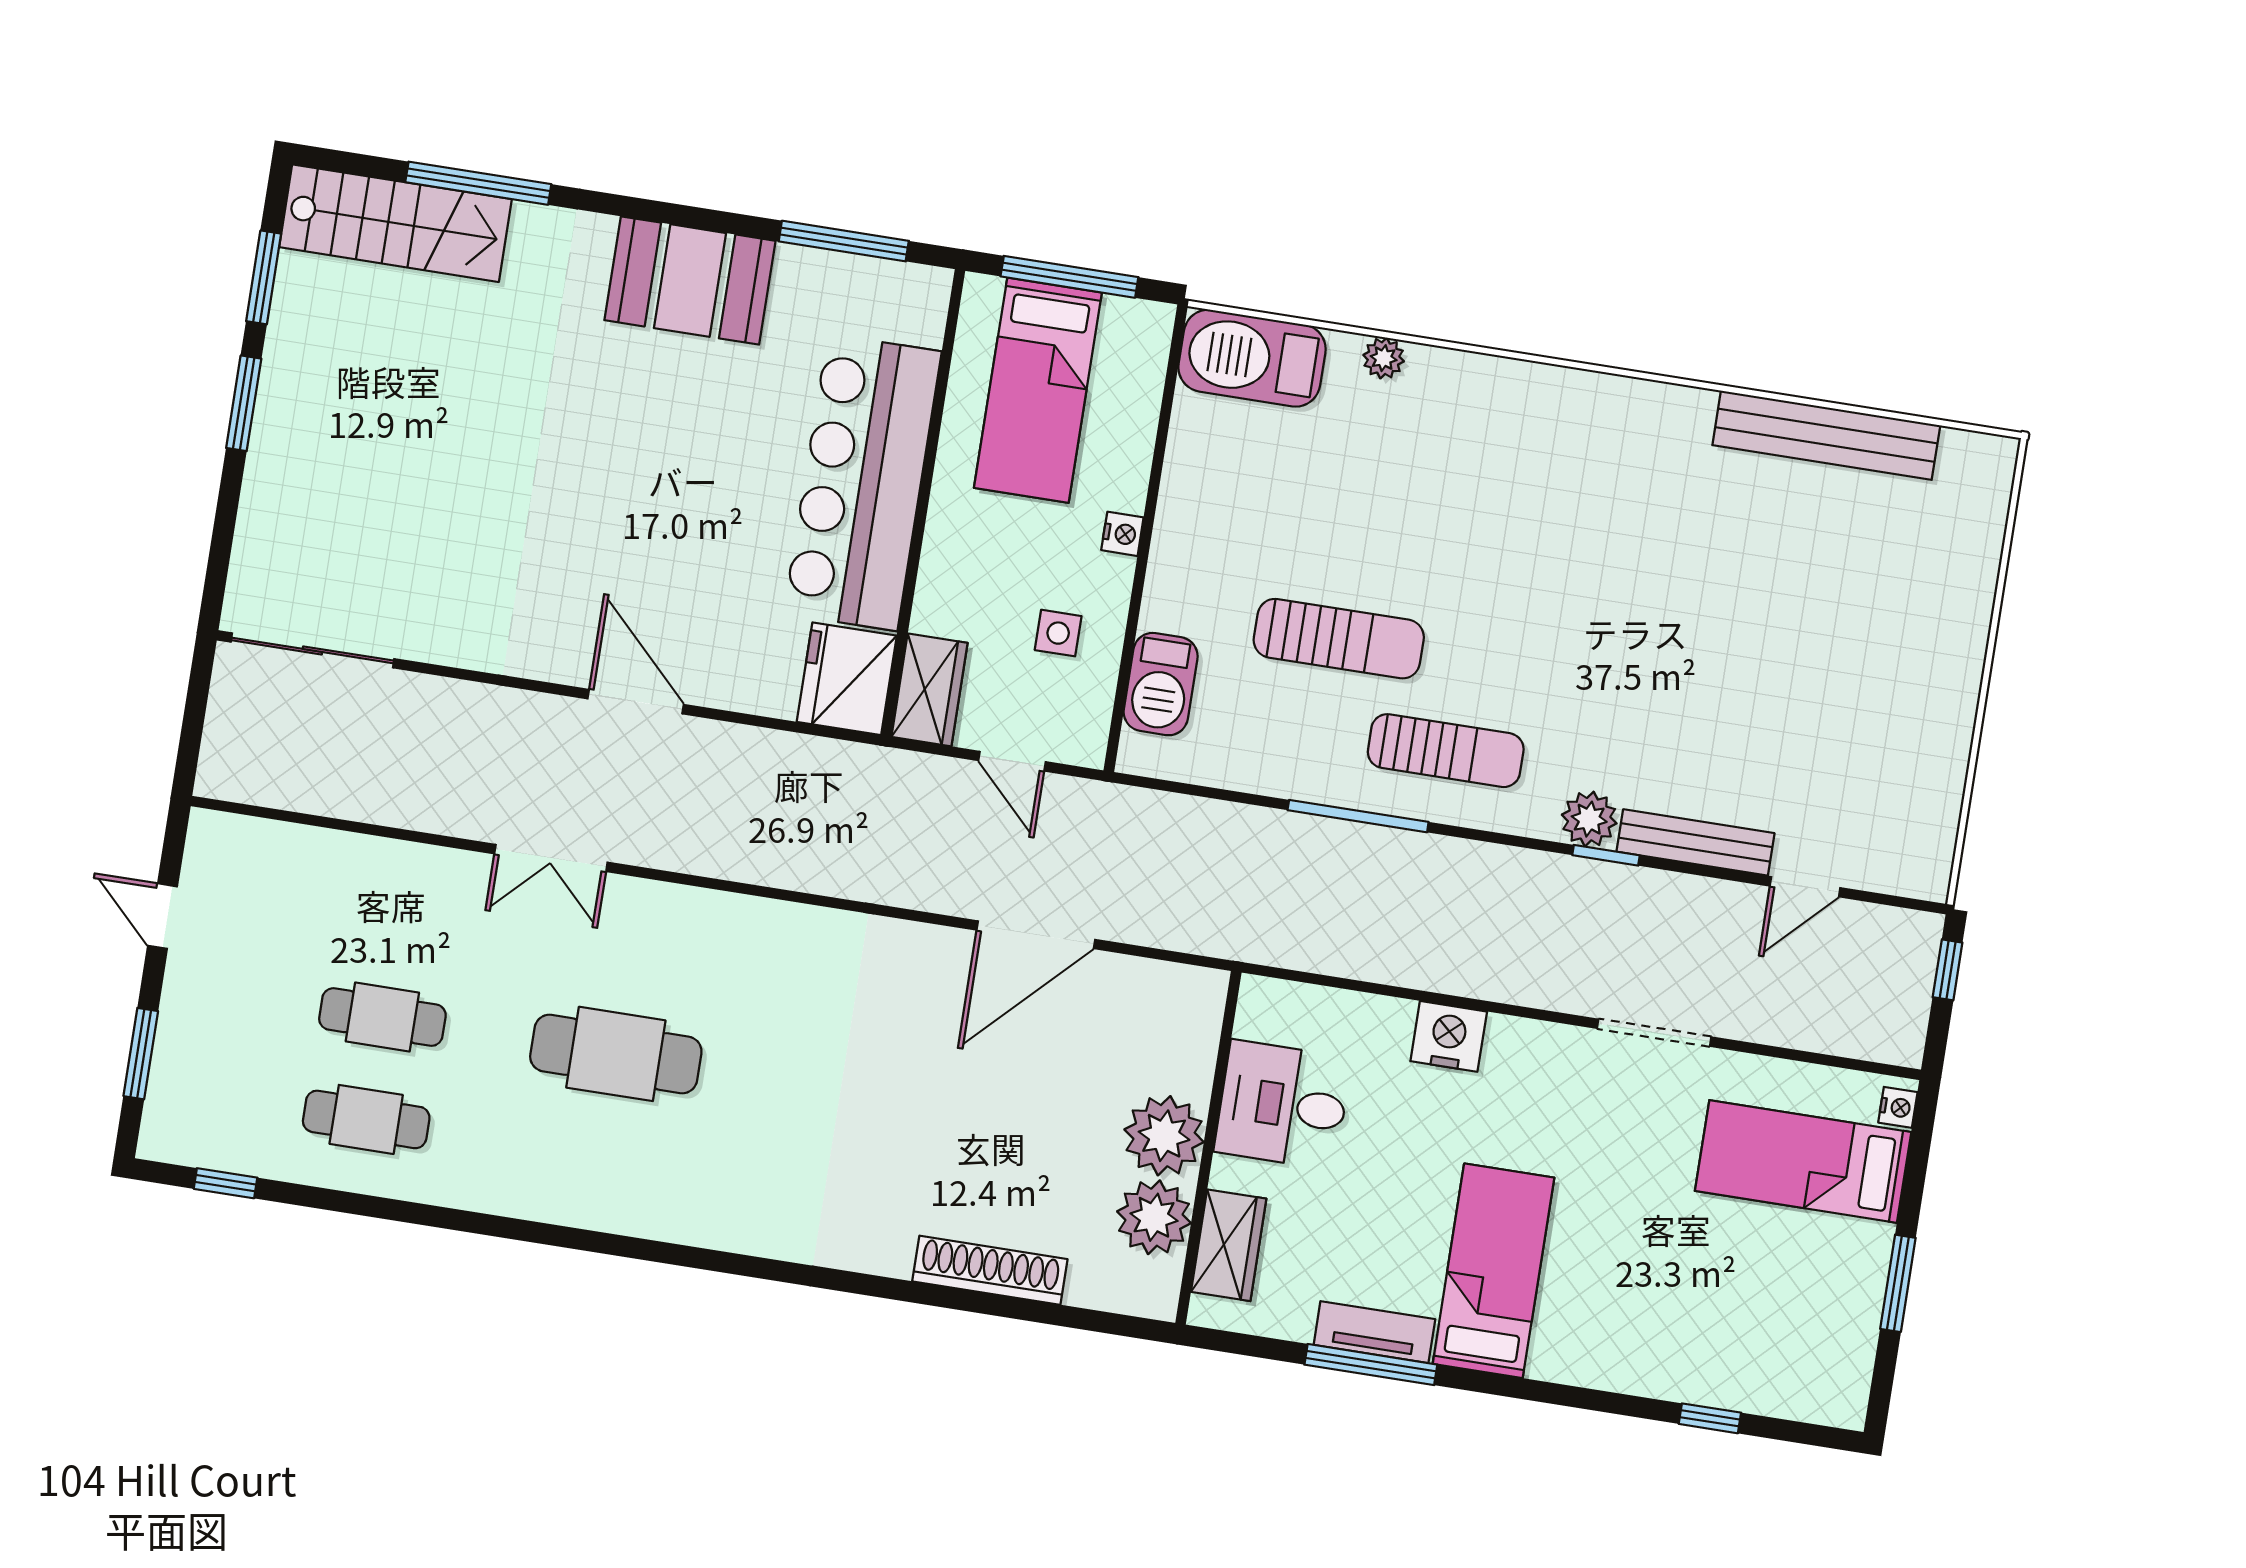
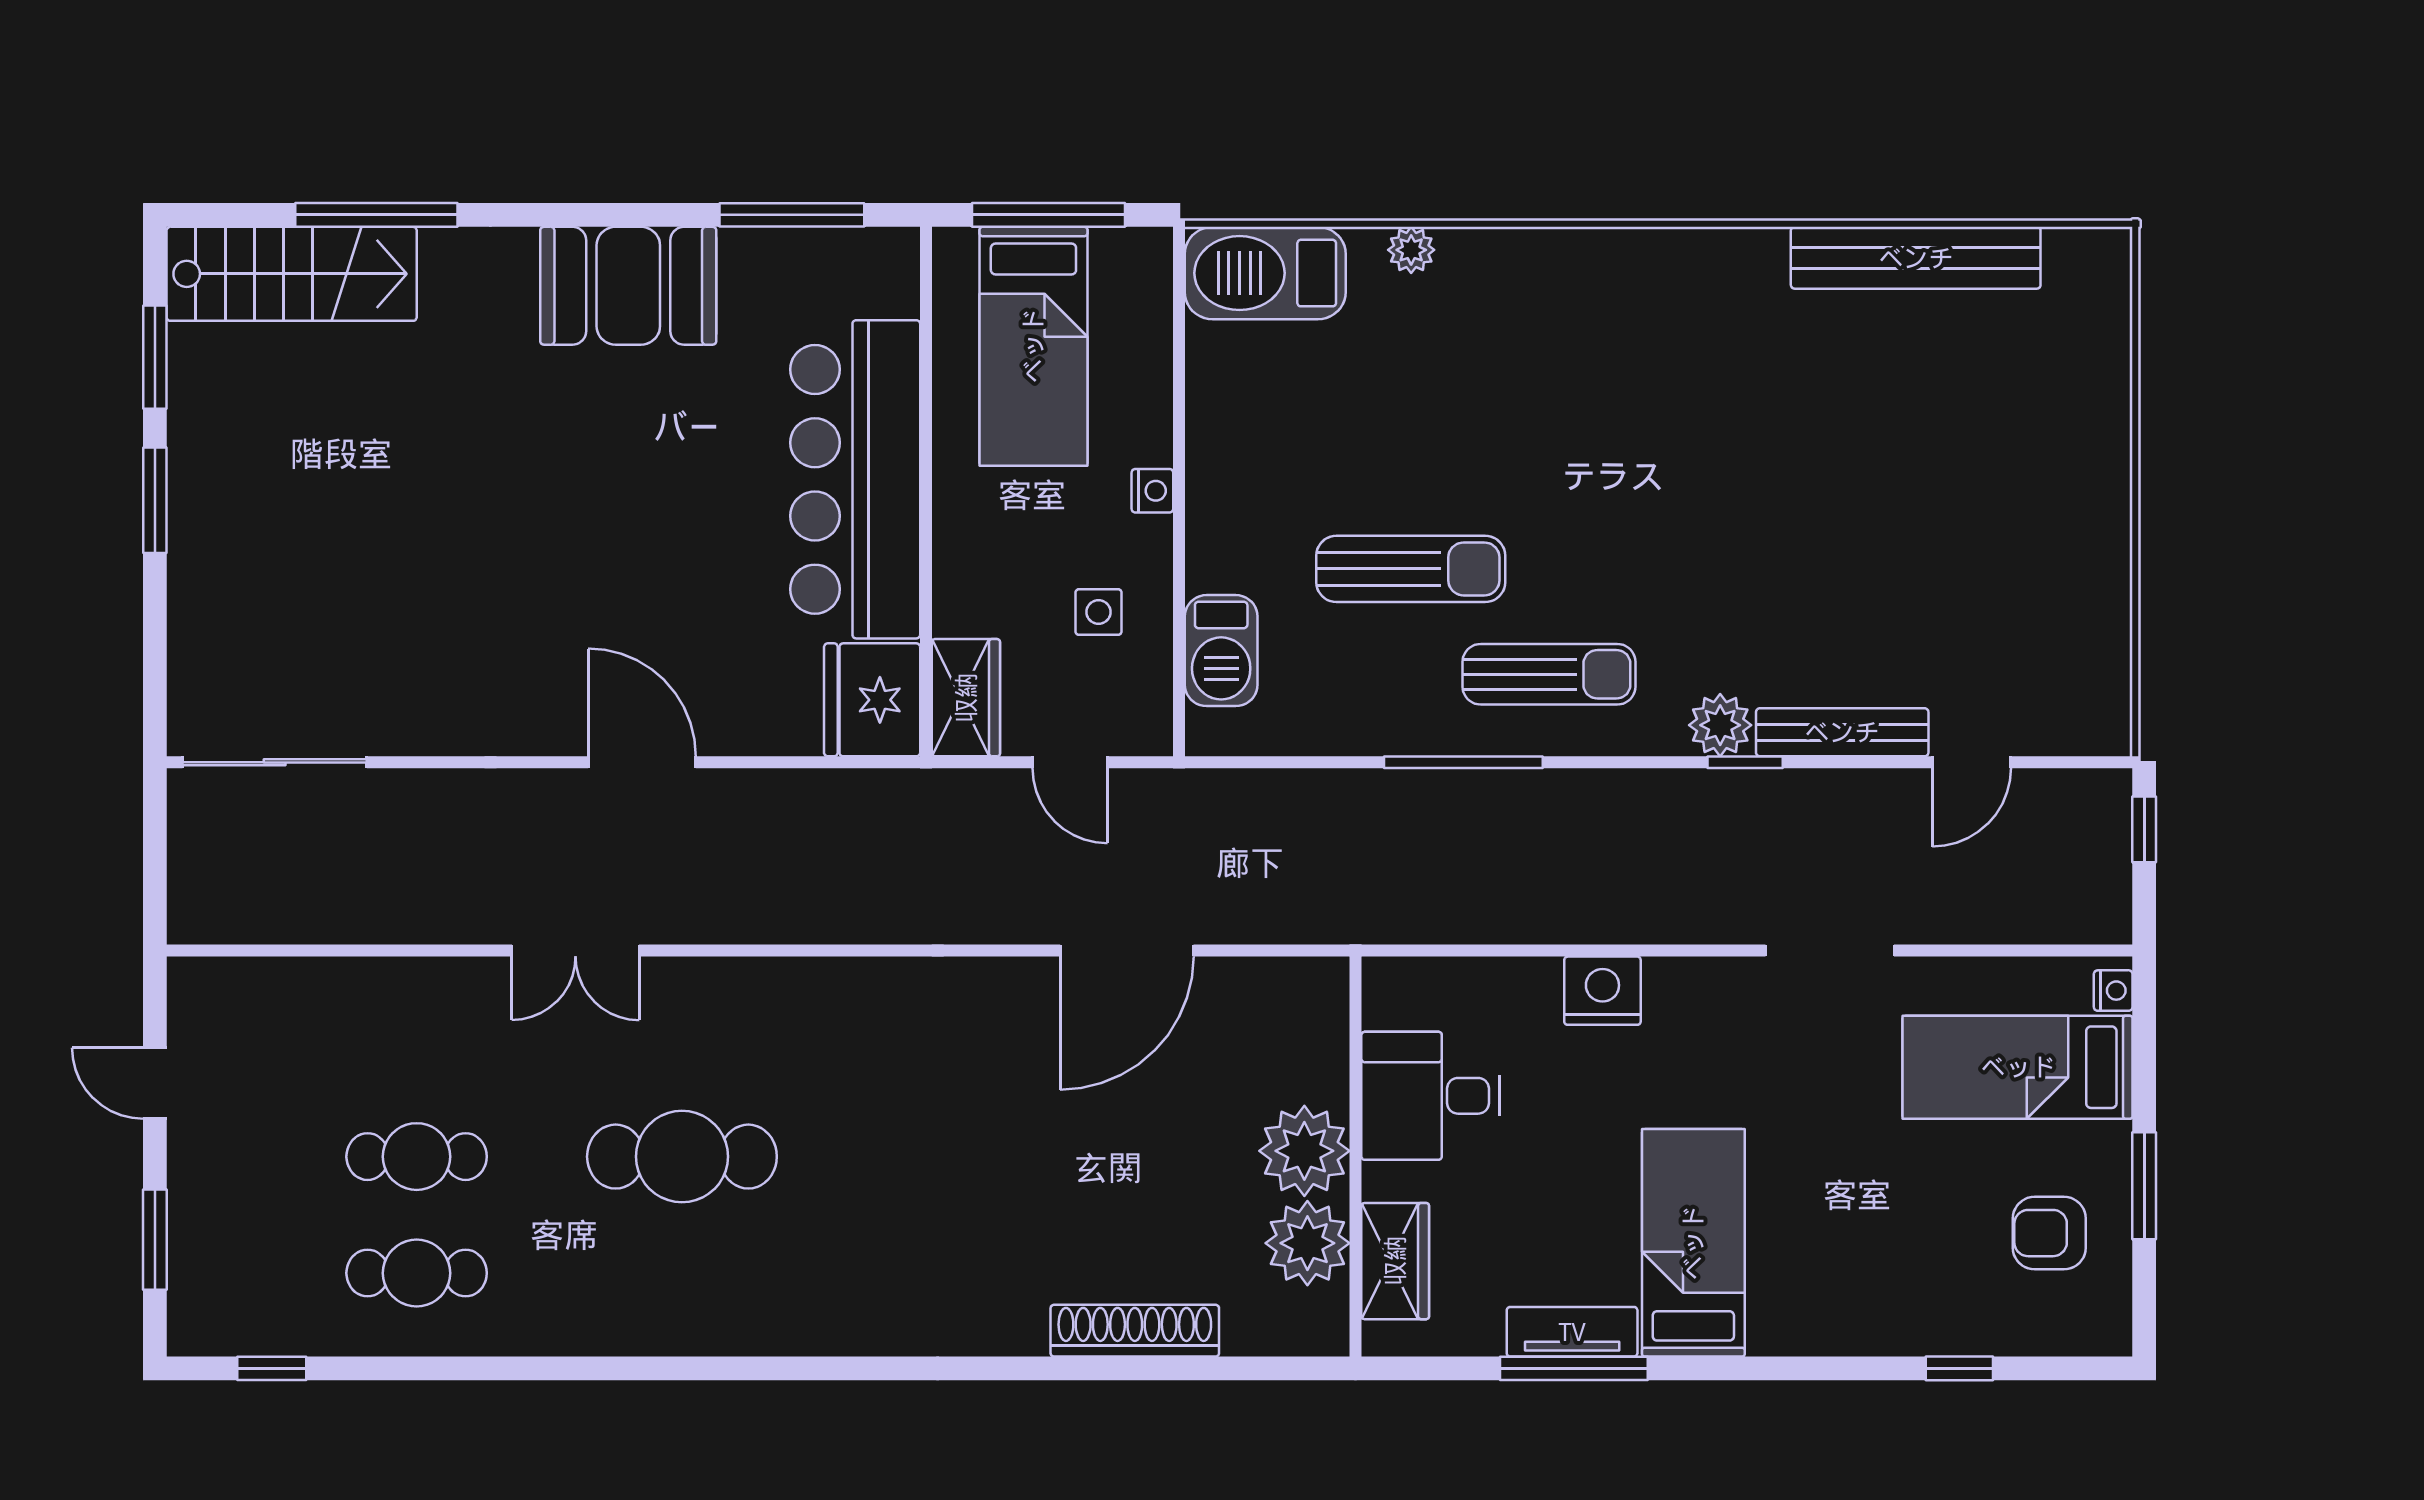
armchair: (1808, 1312) -> (2049, 1233), added

